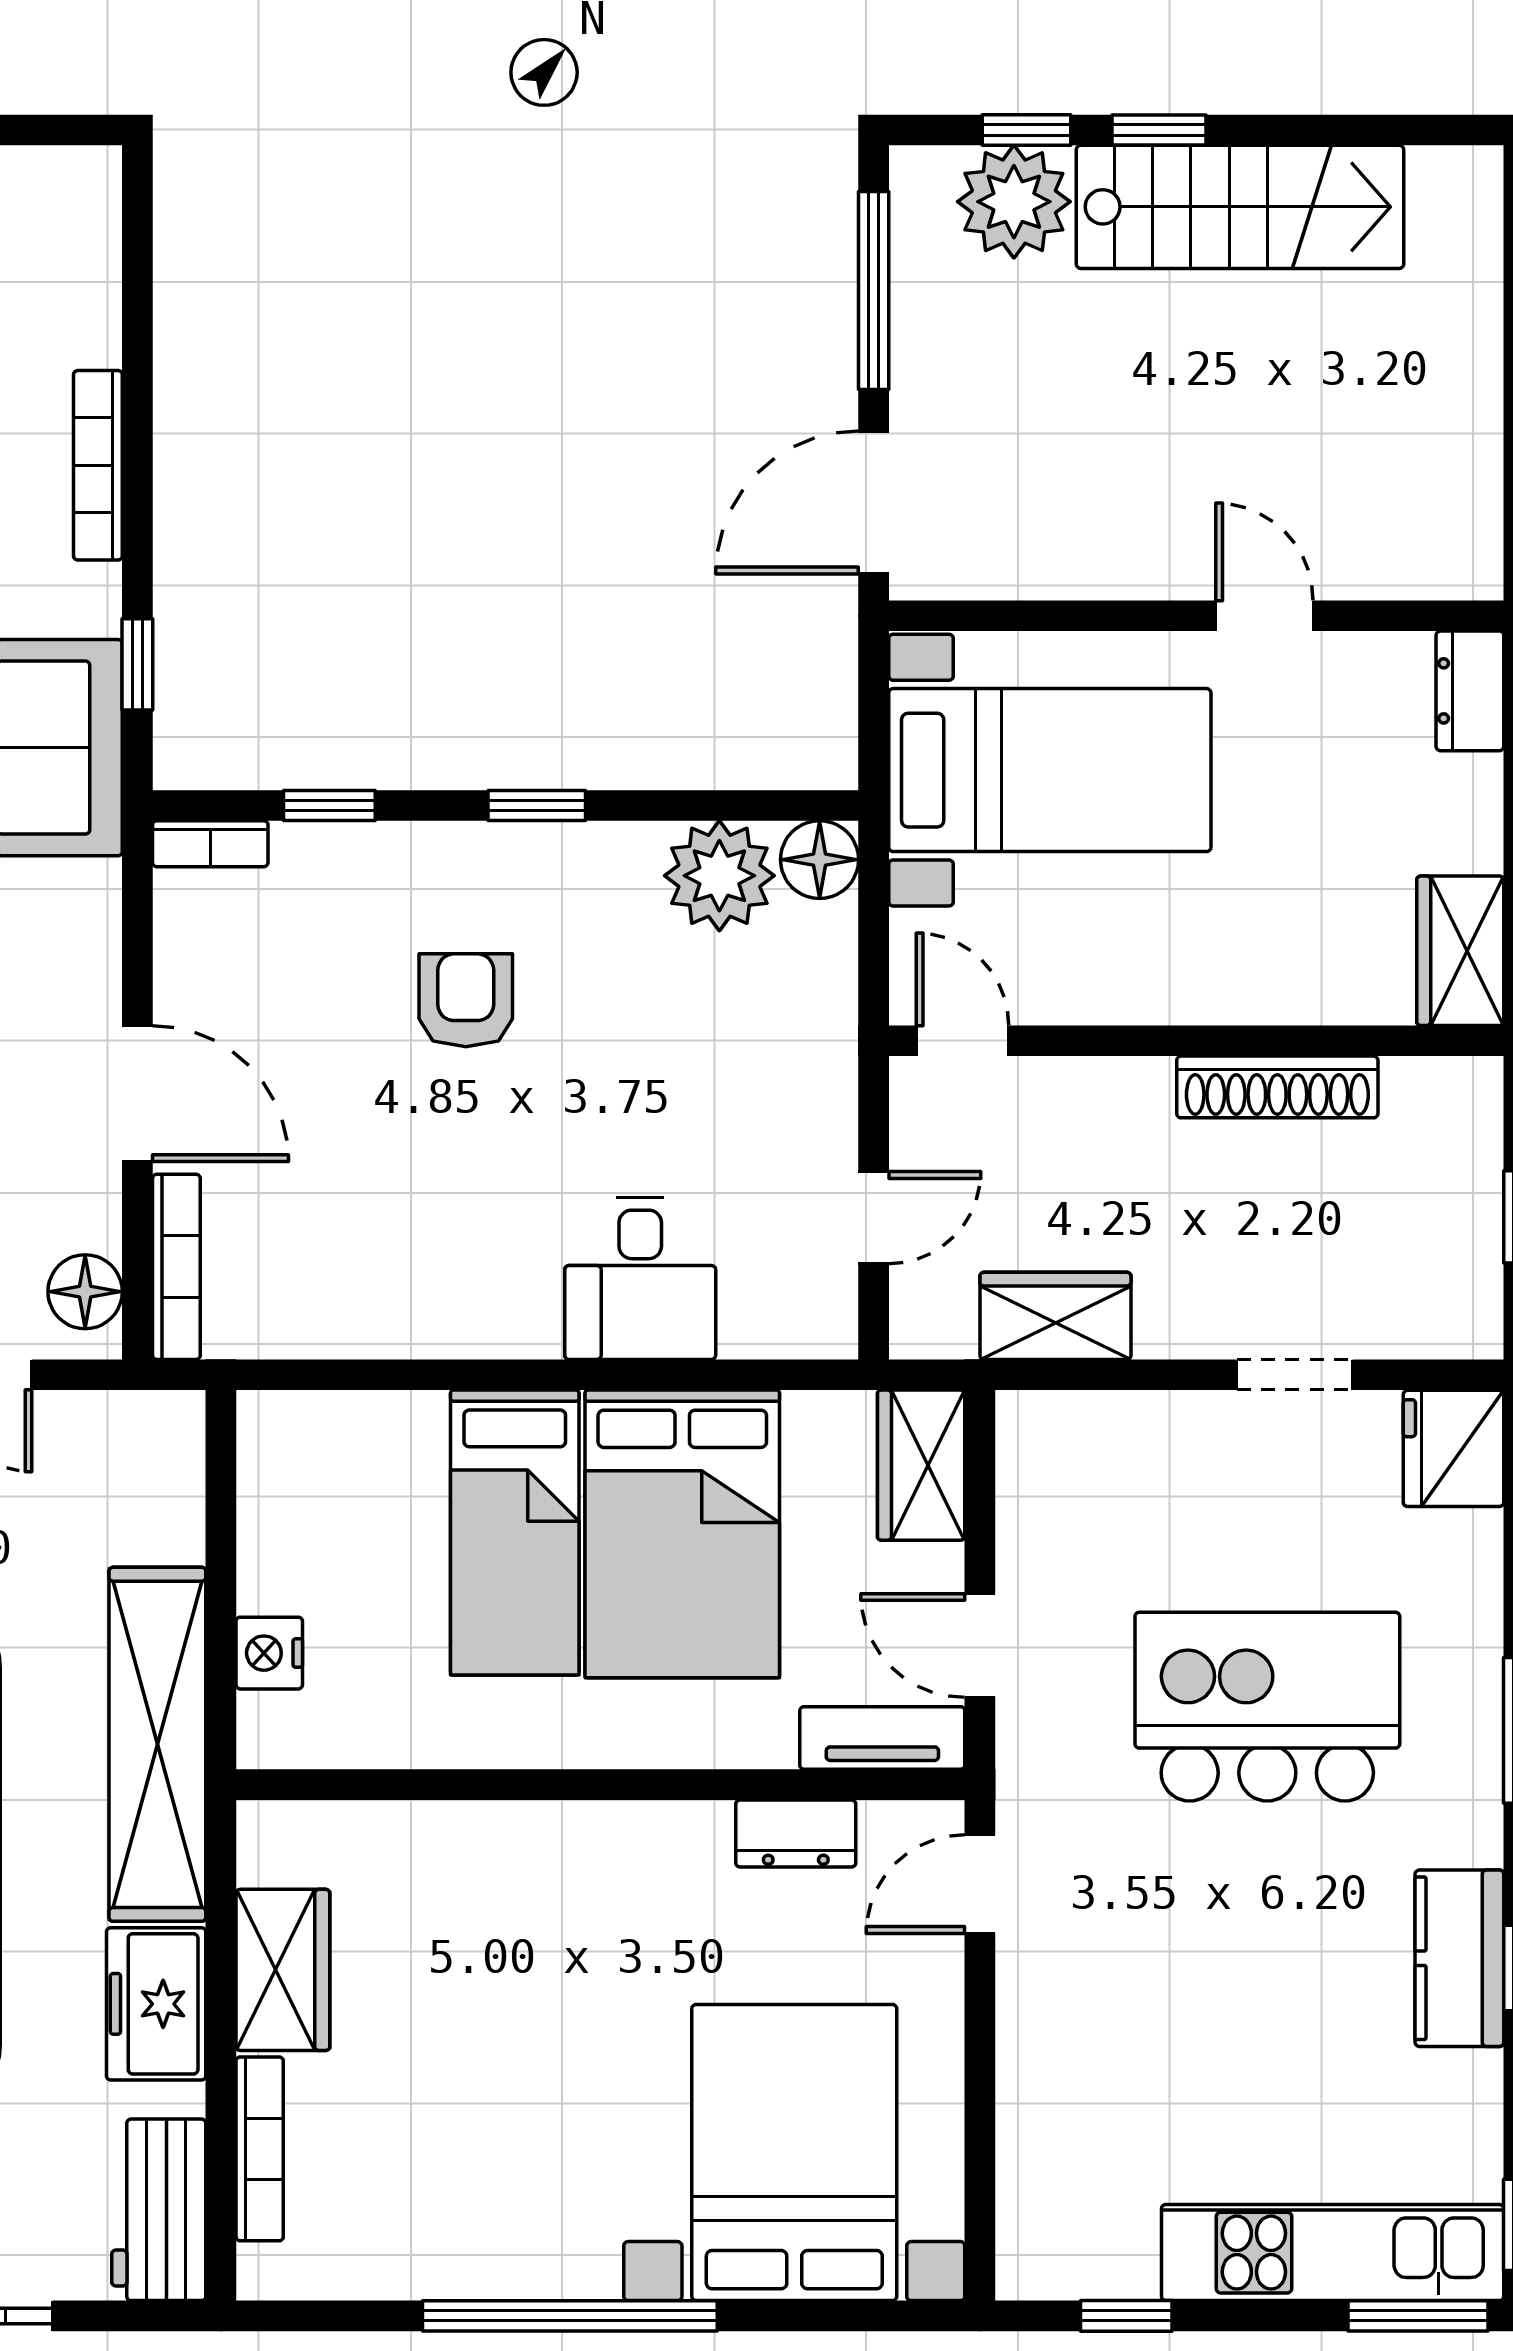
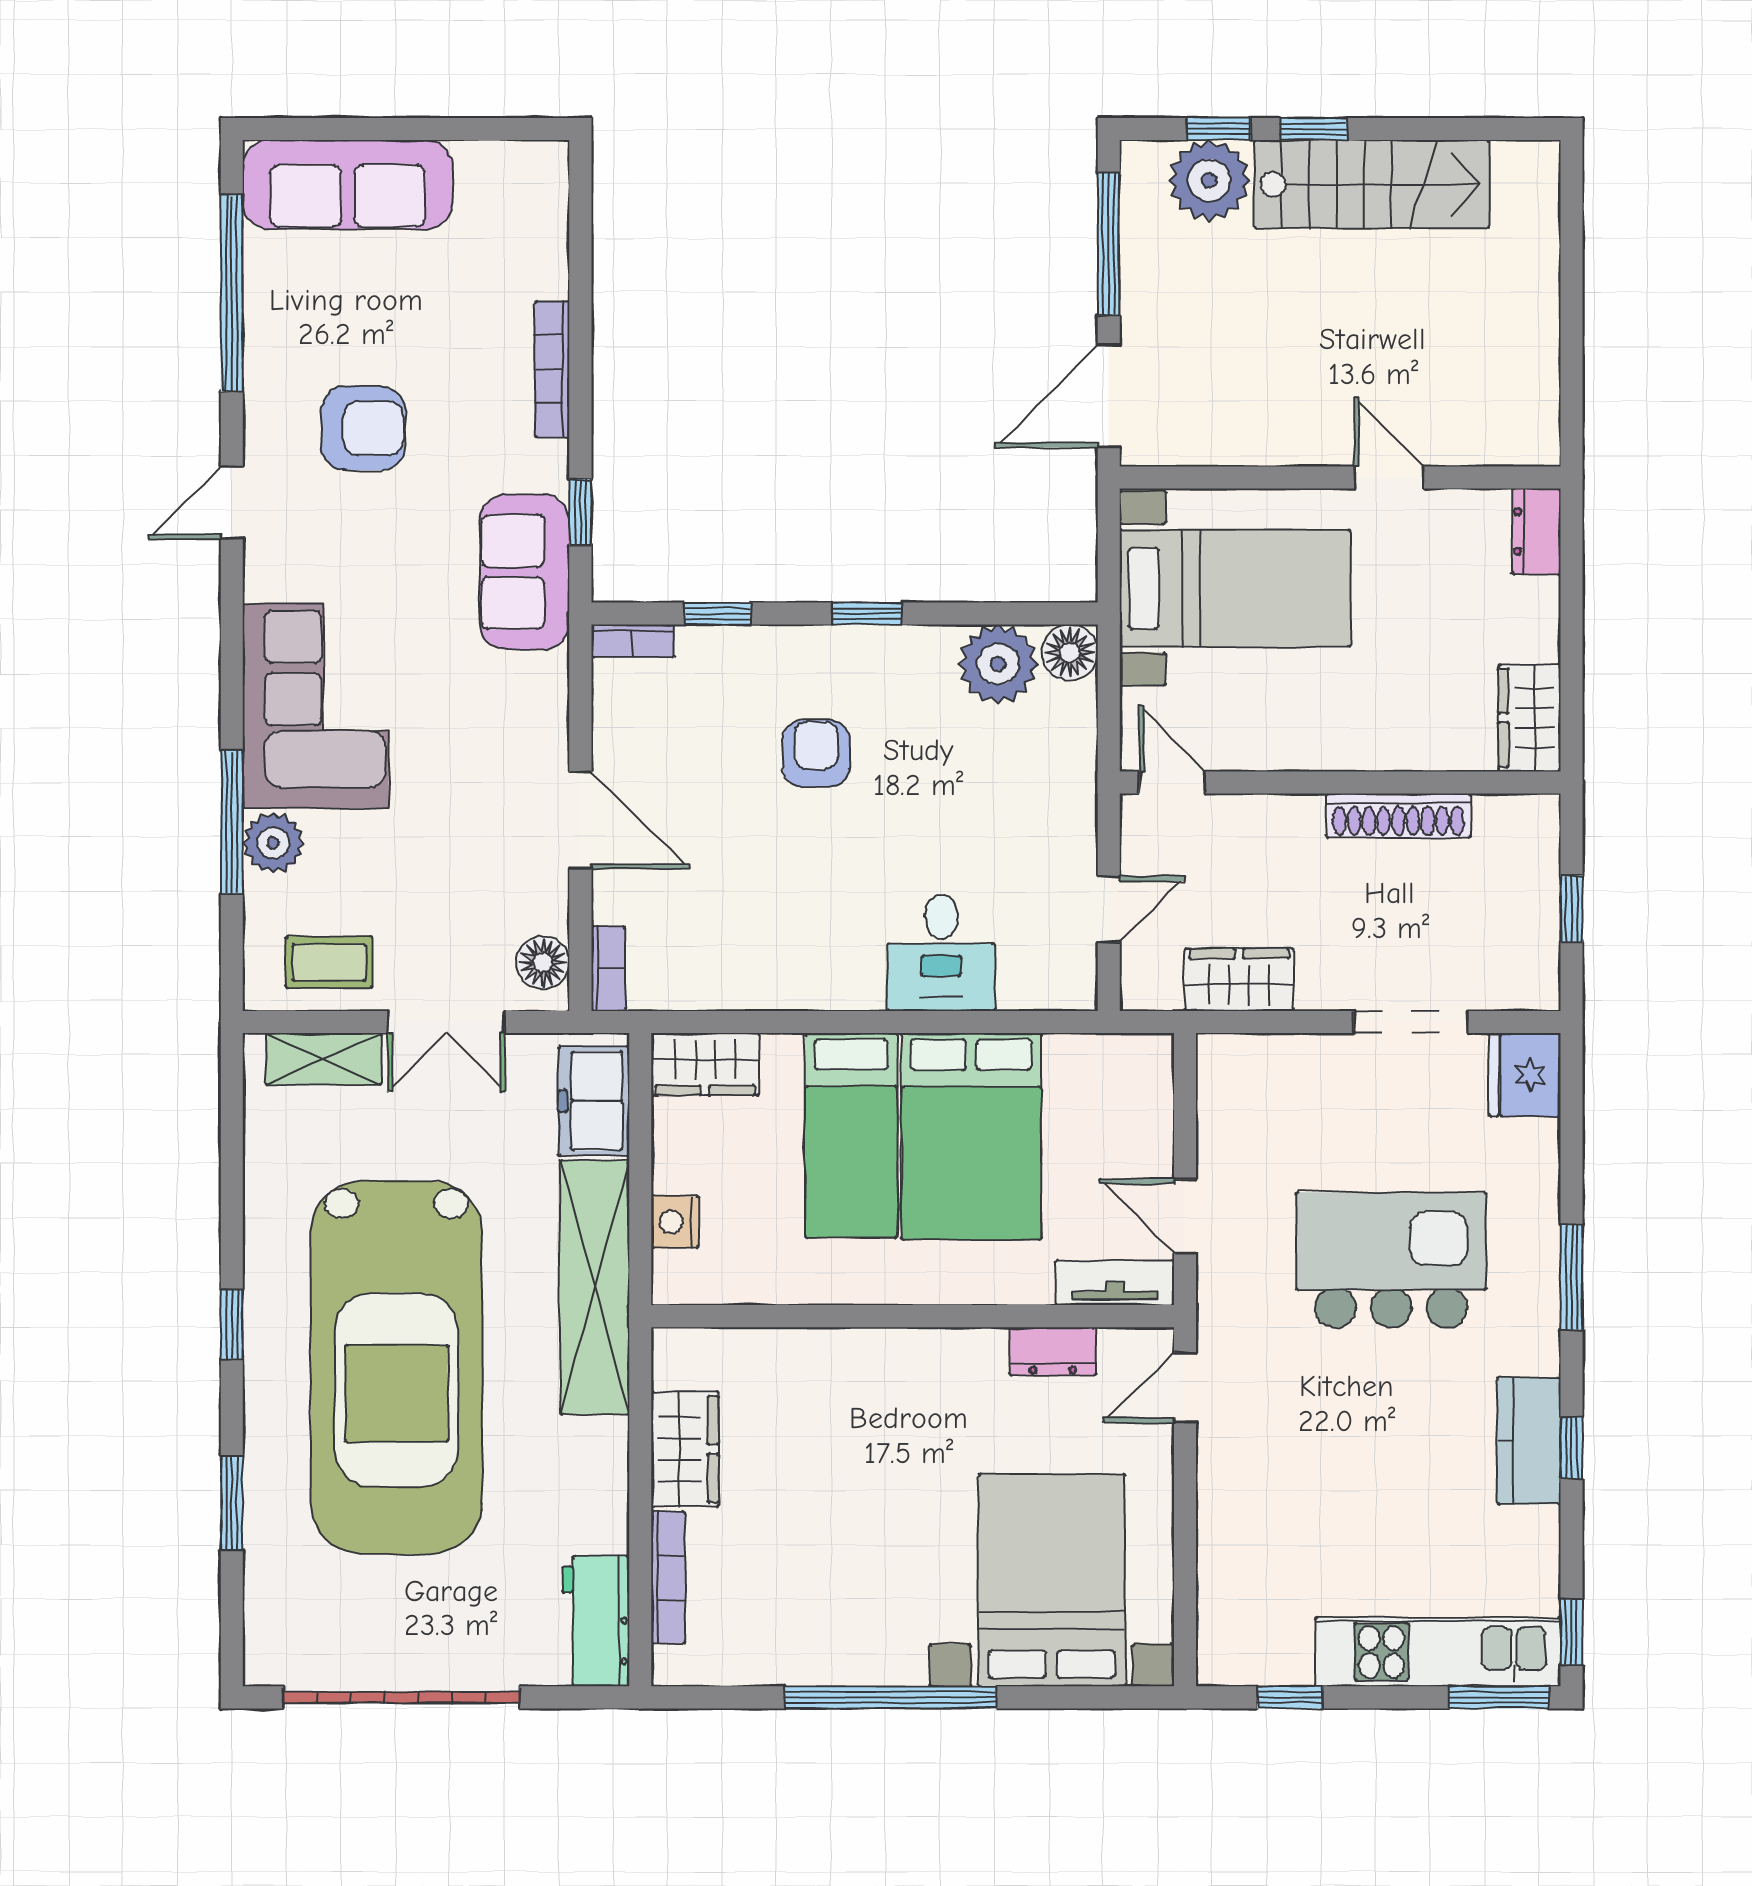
bookcase: (176, 1267) -> (608, 969), width x0.64
doorway: (1295, 1375) -> (1411, 1022), width x1.38
wardrobe: (921, 1465) -> (705, 1064), moved, turned -90
freezer: (156, 2004) -> (594, 1101), moved

